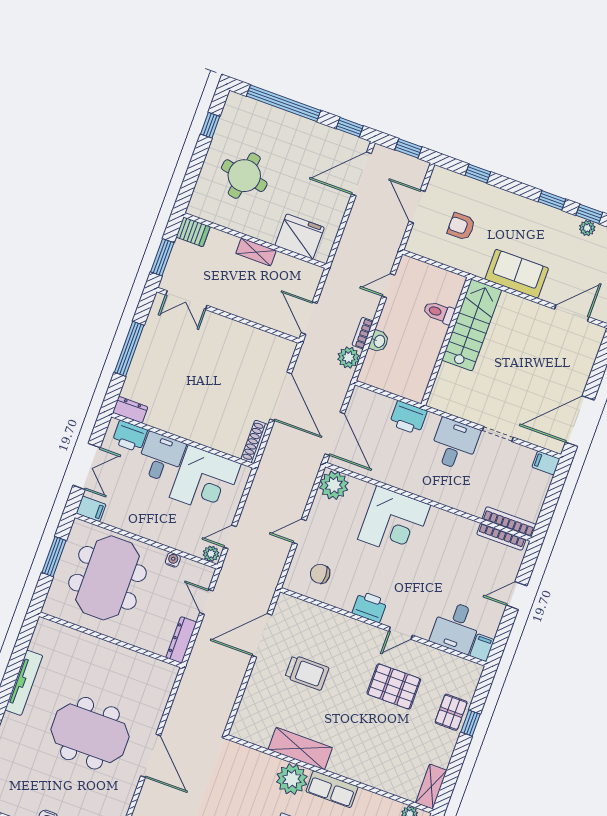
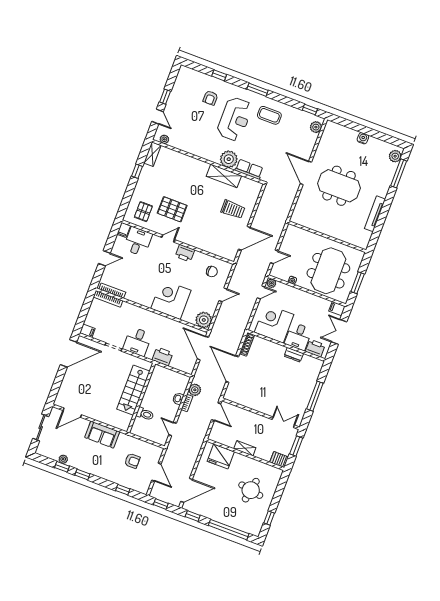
door: (388, 286) -> (173, 429), swing flipped
stairs: (472, 325) -> (133, 390), moved
dresser: (130, 410) -> (294, 355), moved
door: (206, 602) -> (274, 257), hinge flipped
dresser: (181, 640) -> (288, 236), removed
trolley: (307, 673) -> (233, 209), moved, turned 180
pallet: (451, 712) -> (143, 212), moved
window: (471, 723) -> (137, 171), moved
row of seats: (332, 789) -> (249, 169), moved

